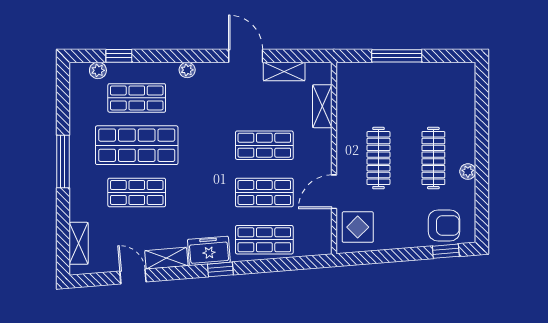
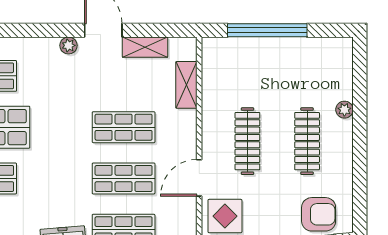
window: (397, 56) -> (267, 30), width x1.46
plant: (187, 70) -> (68, 45), moved
plant: (468, 172) -> (344, 110), moved

